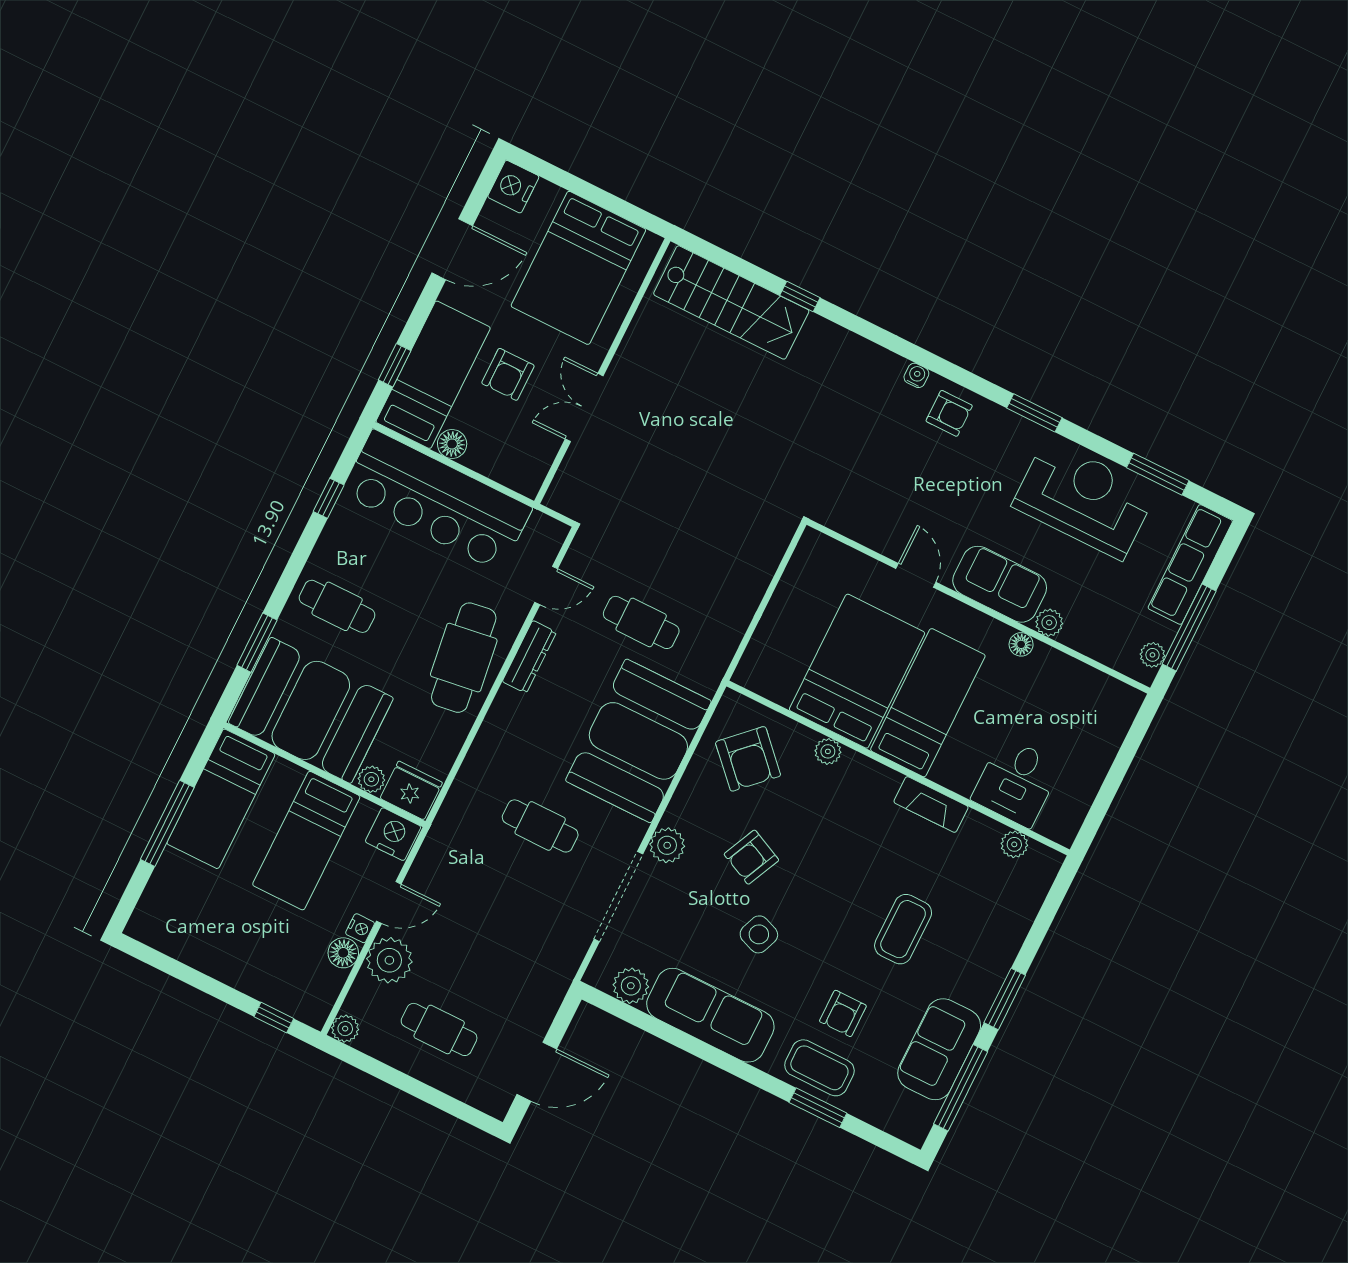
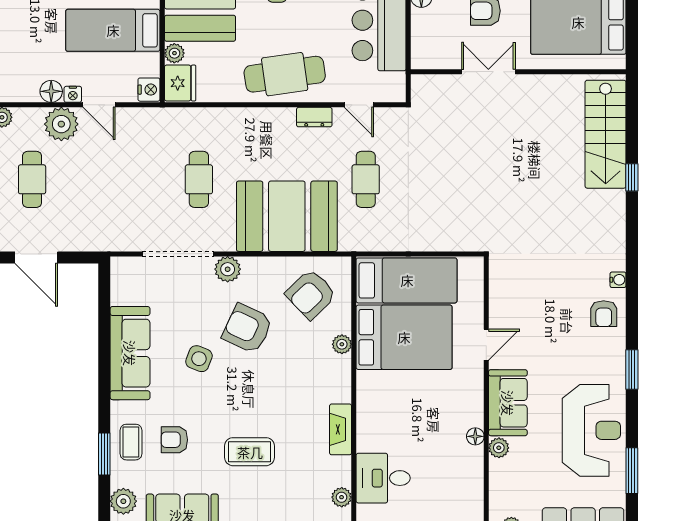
dresser: (529, 657) -> (314, 117), width x0.70
bed: (928, 703) -> (407, 280), moved
nightstand: (393, 834) -> (149, 90), width x0.74, depth x0.75
armchair: (751, 857) -> (247, 329), width x1.38, depth x1.38
plant: (631, 986) -> (123, 501), moved
coffee table: (819, 1068) -> (131, 442), width x0.73, depth x0.77

